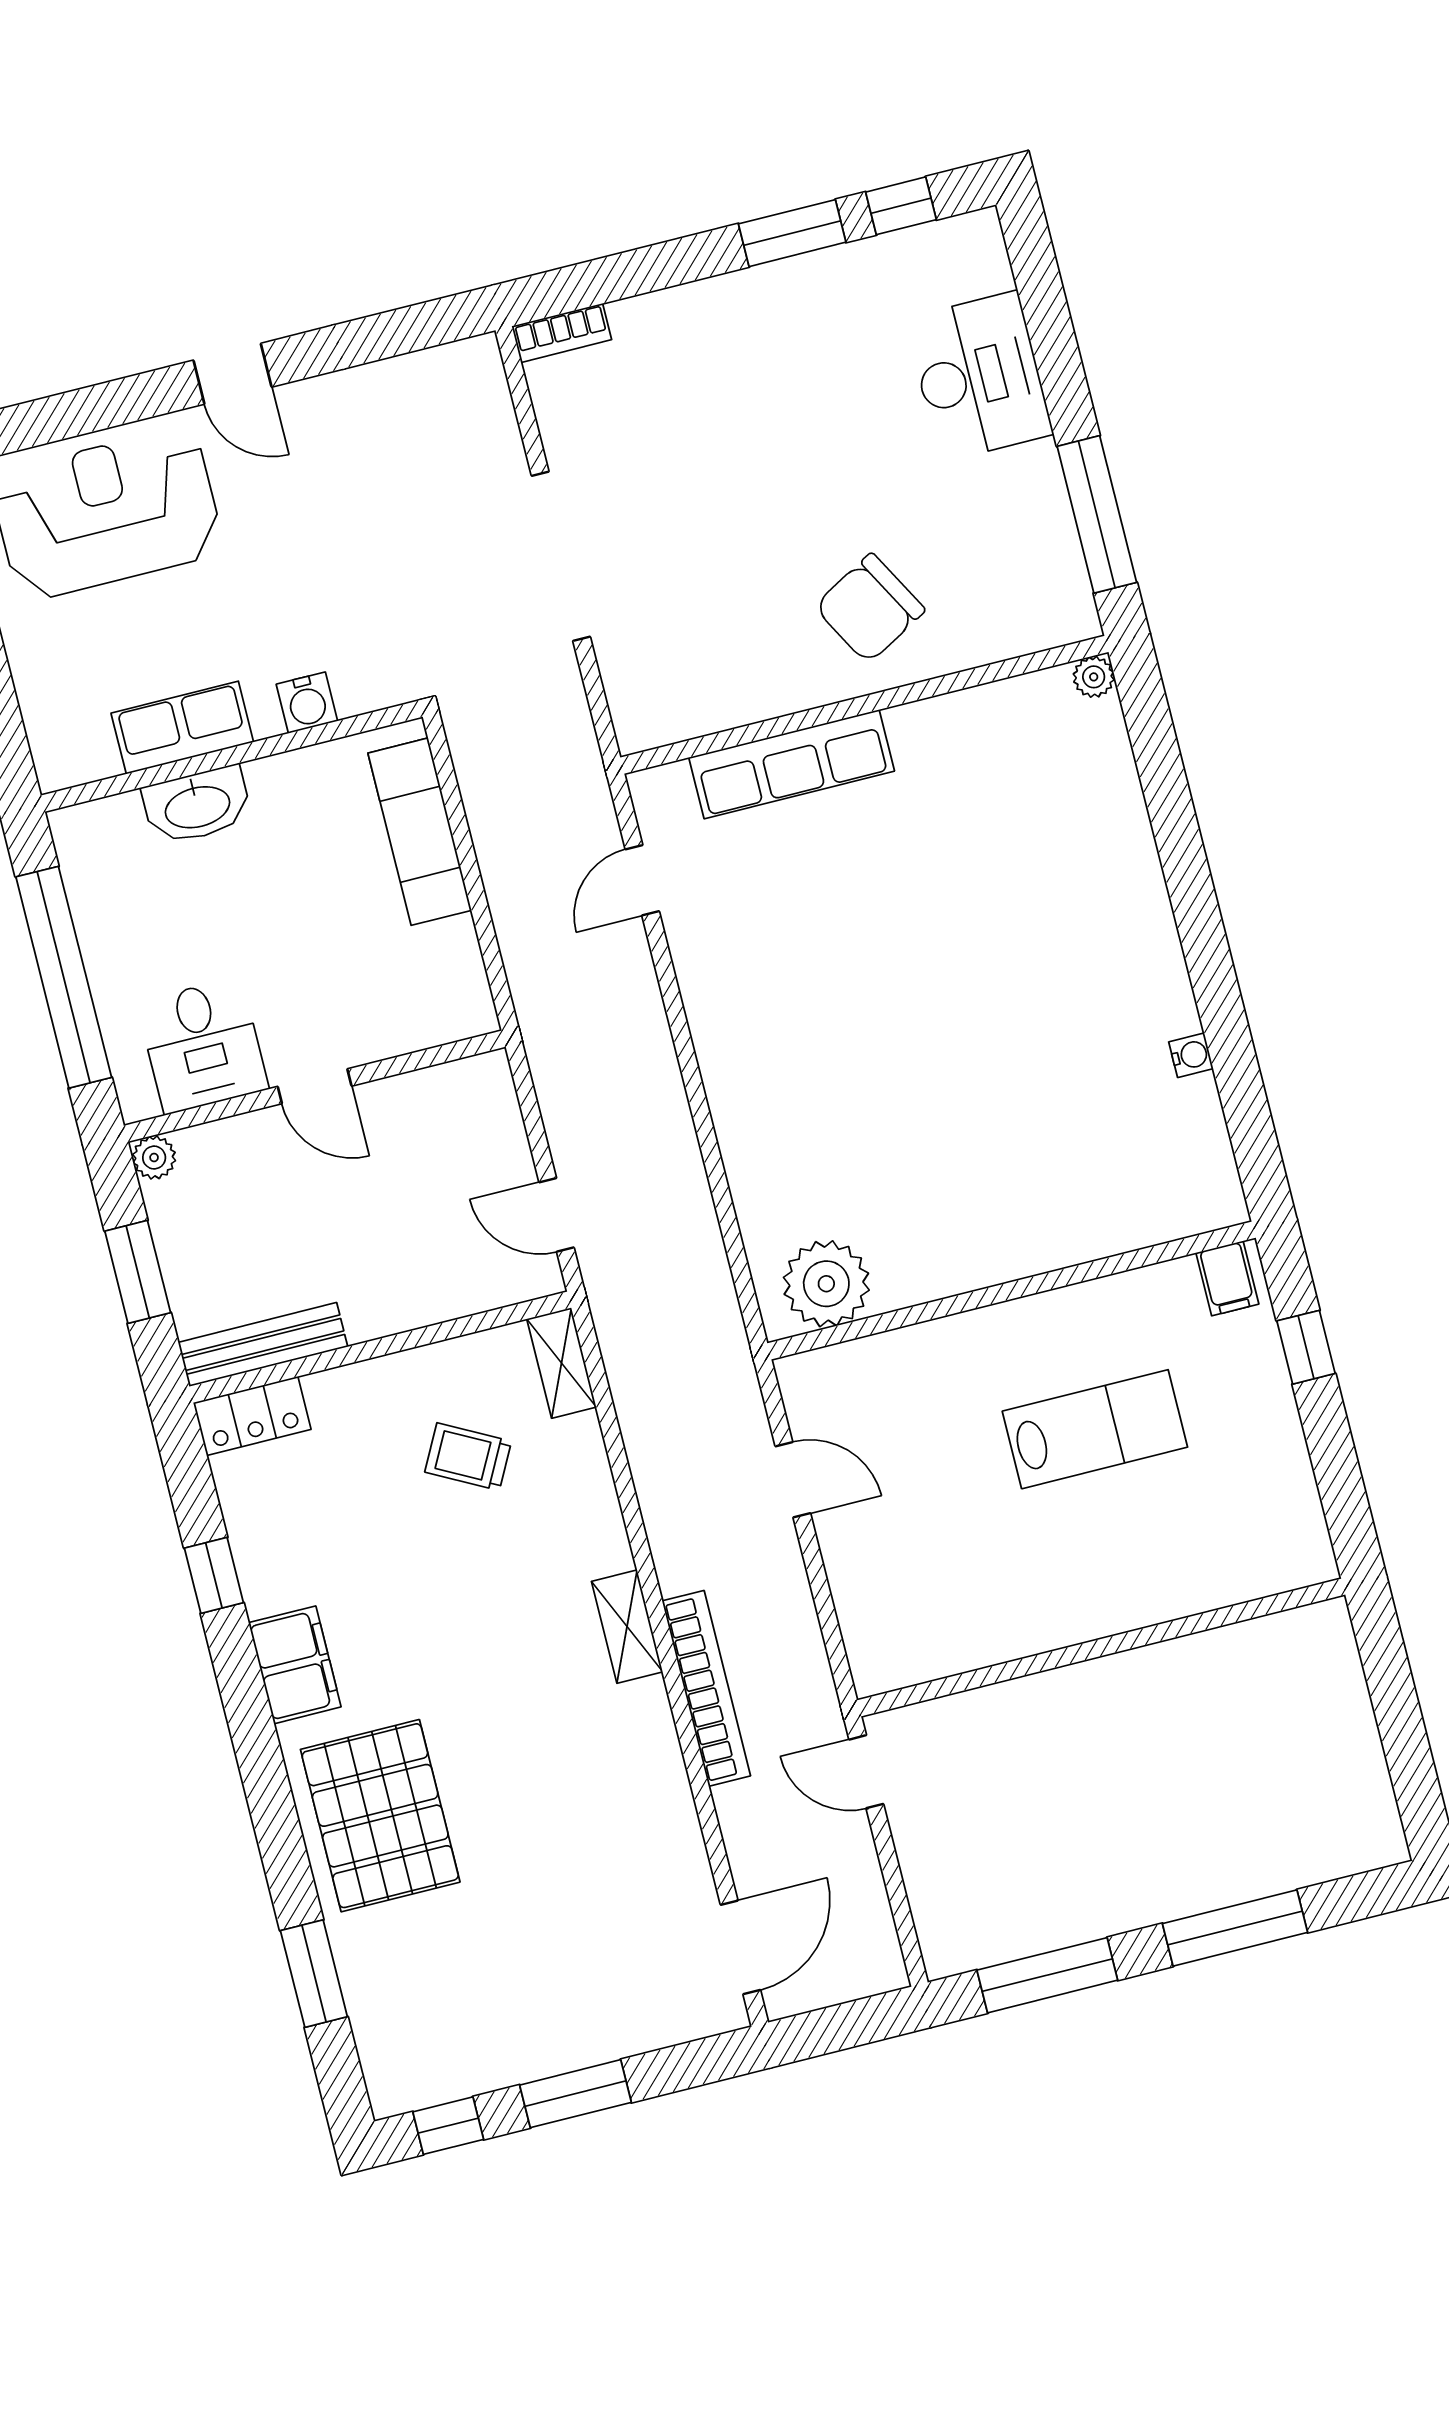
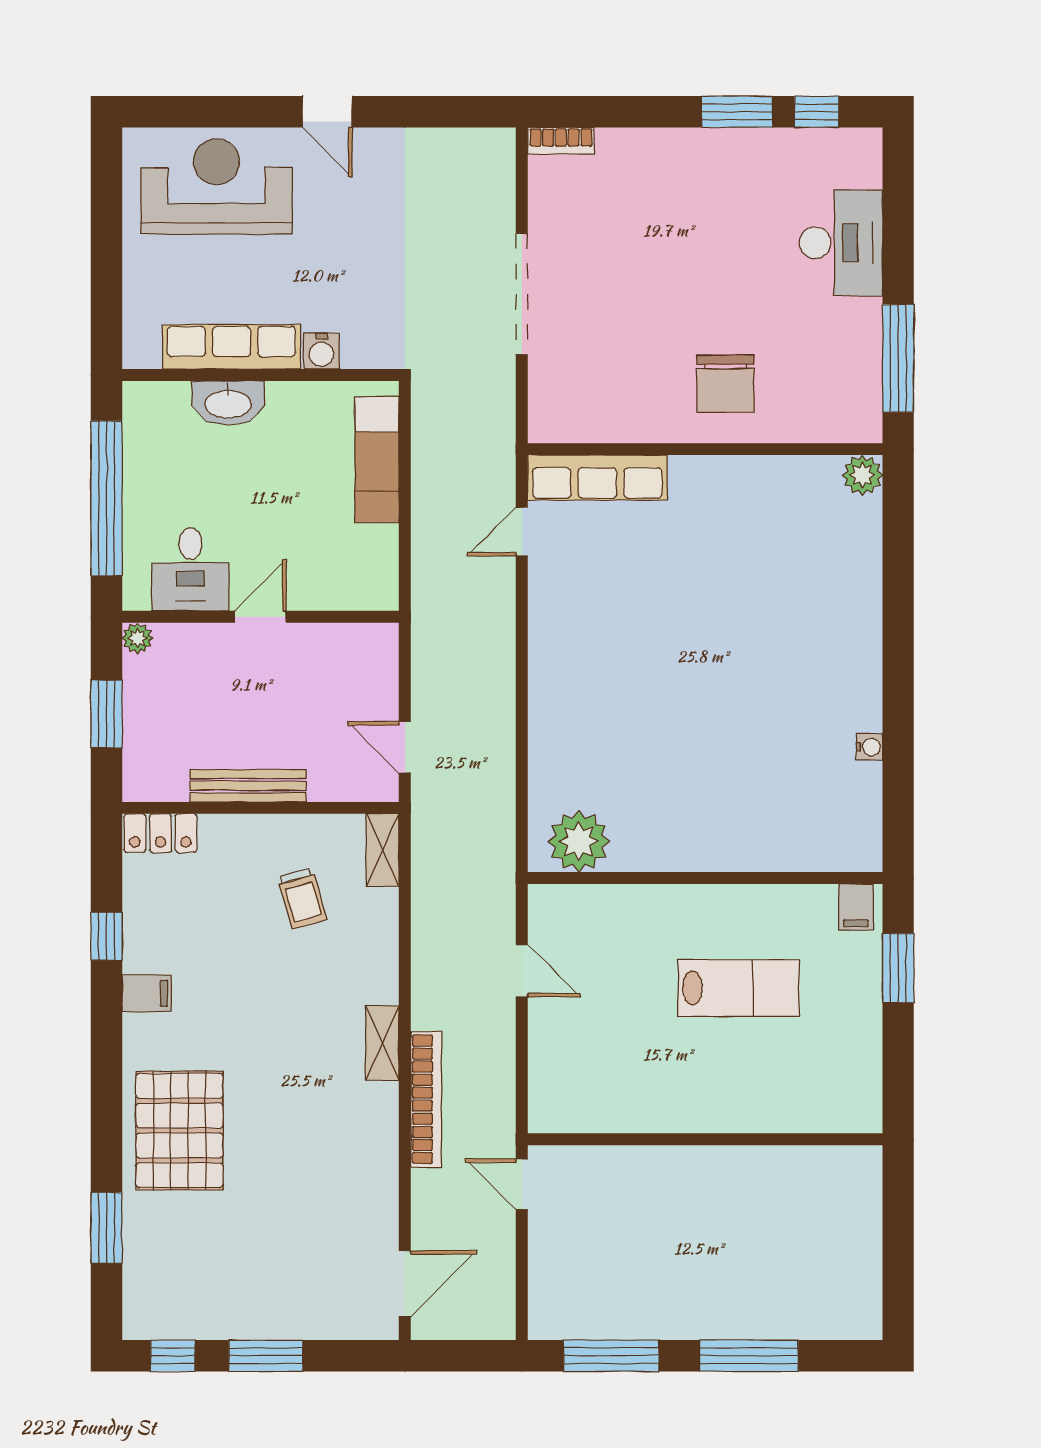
chair: (870, 608) -> (725, 384), turned -61
plant: (1094, 677) -> (862, 475), width x1.38, depth x1.38
row of seats: (182, 728) -> (231, 347), width x1.48
row of seats: (792, 764) -> (597, 477), moved
door: (315, 1086) -> (260, 617), swing flipped
bench: (263, 1345) -> (248, 786), moved
window: (1306, 1347) -> (898, 968), width x1.50
trolley: (468, 1457) -> (302, 898), turned -134
filing cabinet: (295, 1665) -> (147, 993), width x0.50

